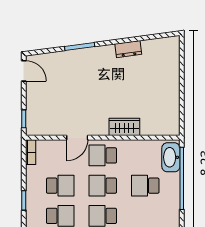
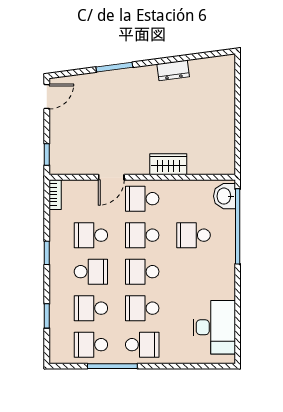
door: (24, 71) -> (47, 96), hinge flipped
washbasin: (171, 157) -> (225, 196), width x0.72
school desk: (60, 186) -> (91, 235), turned 180

